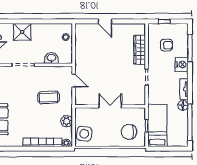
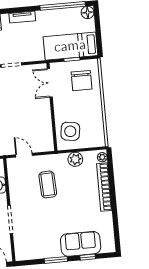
door: (74, 81) -> (24, 155), hinge flipped
floor lamp: (183, 105) -> (88, 12), moved
double door: (110, 106) -> (50, 83), moved
side table: (84, 134) -> (70, 131), moved

